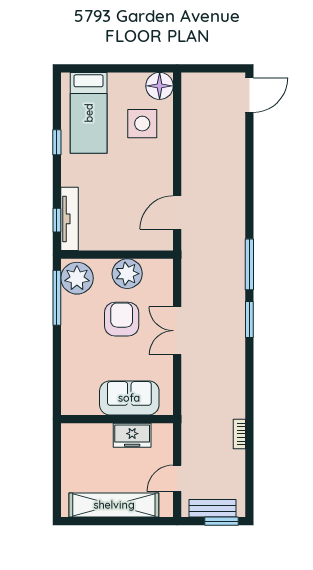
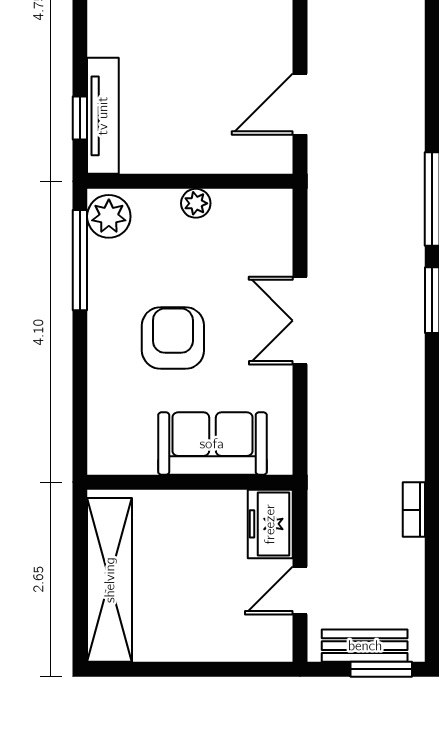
plant: (127, 274) -> (196, 203), width x0.53, depth x0.53
plant: (77, 278) -> (109, 216), width x0.73, depth x0.73
armchair: (122, 319) -> (173, 338), moved
freezer: (132, 435) -> (270, 524), moved, turned 90
shelving: (114, 505) -> (110, 580), moved, turned 90

